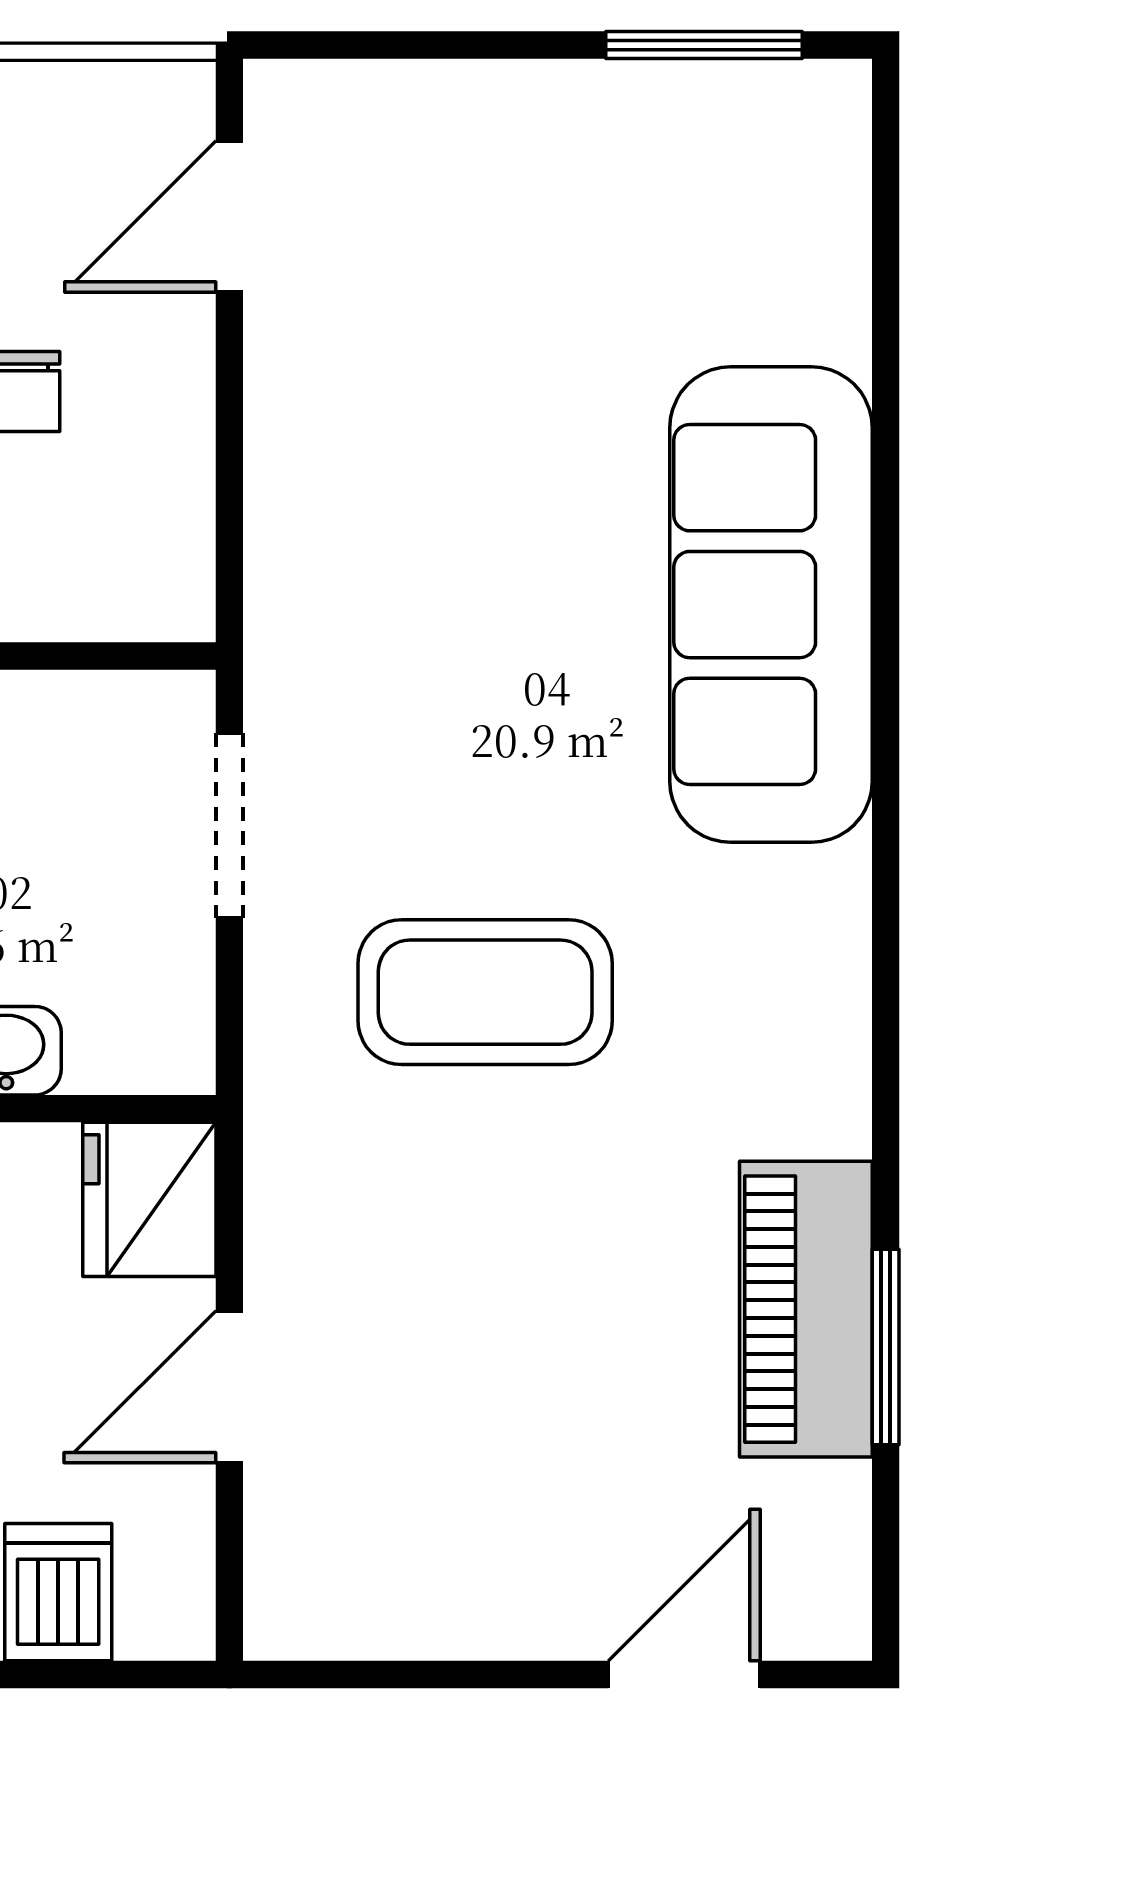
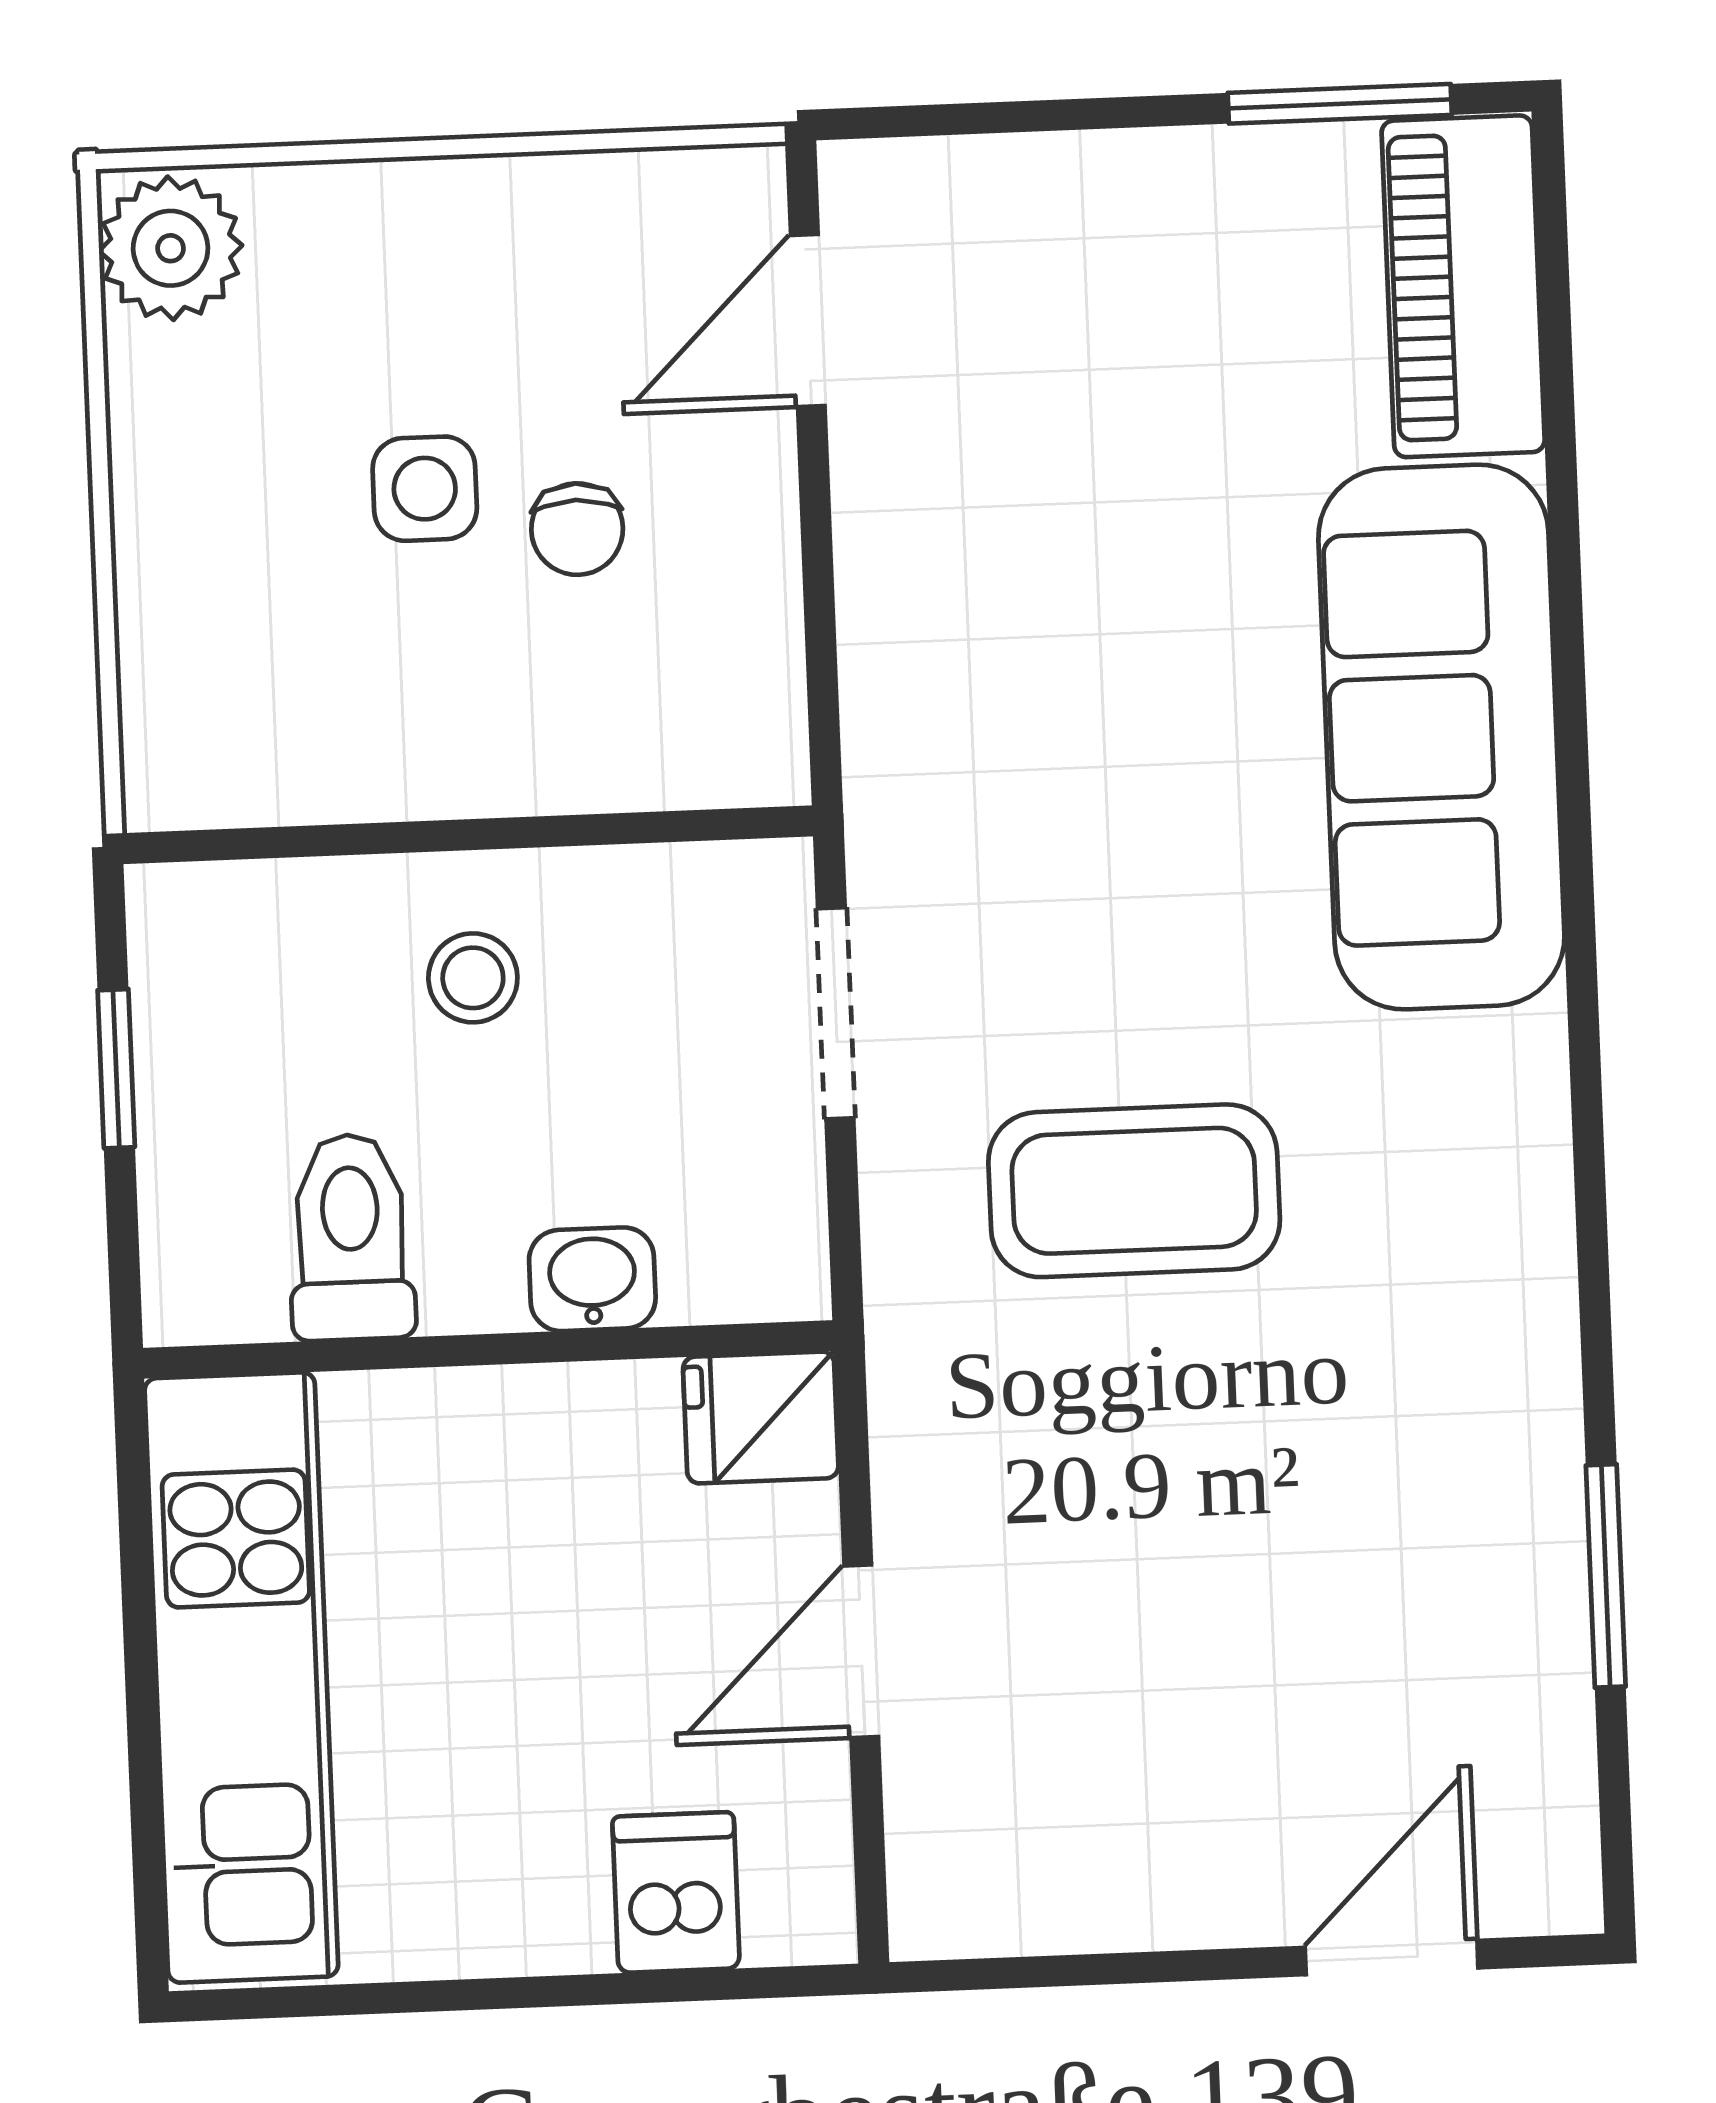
fridge: (149, 1199) -> (761, 1417), width x0.72
piano: (806, 1309) -> (1463, 286), moved

